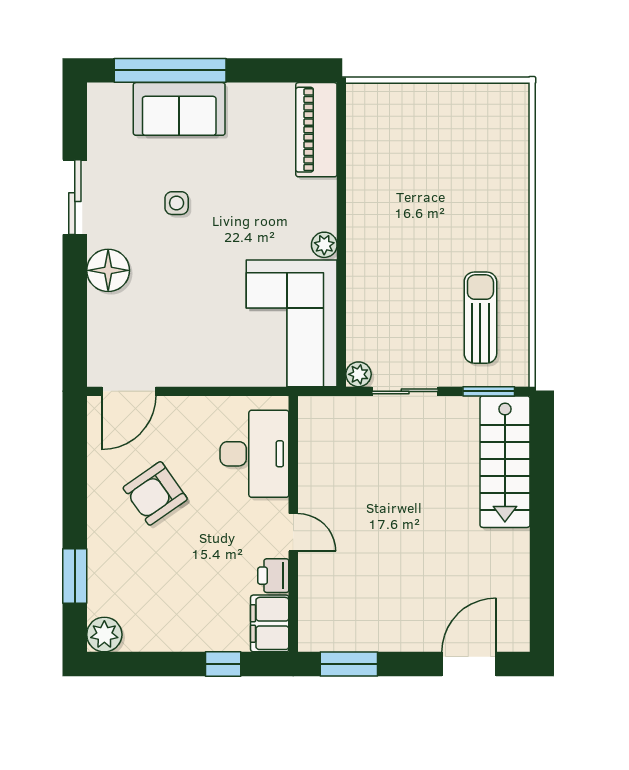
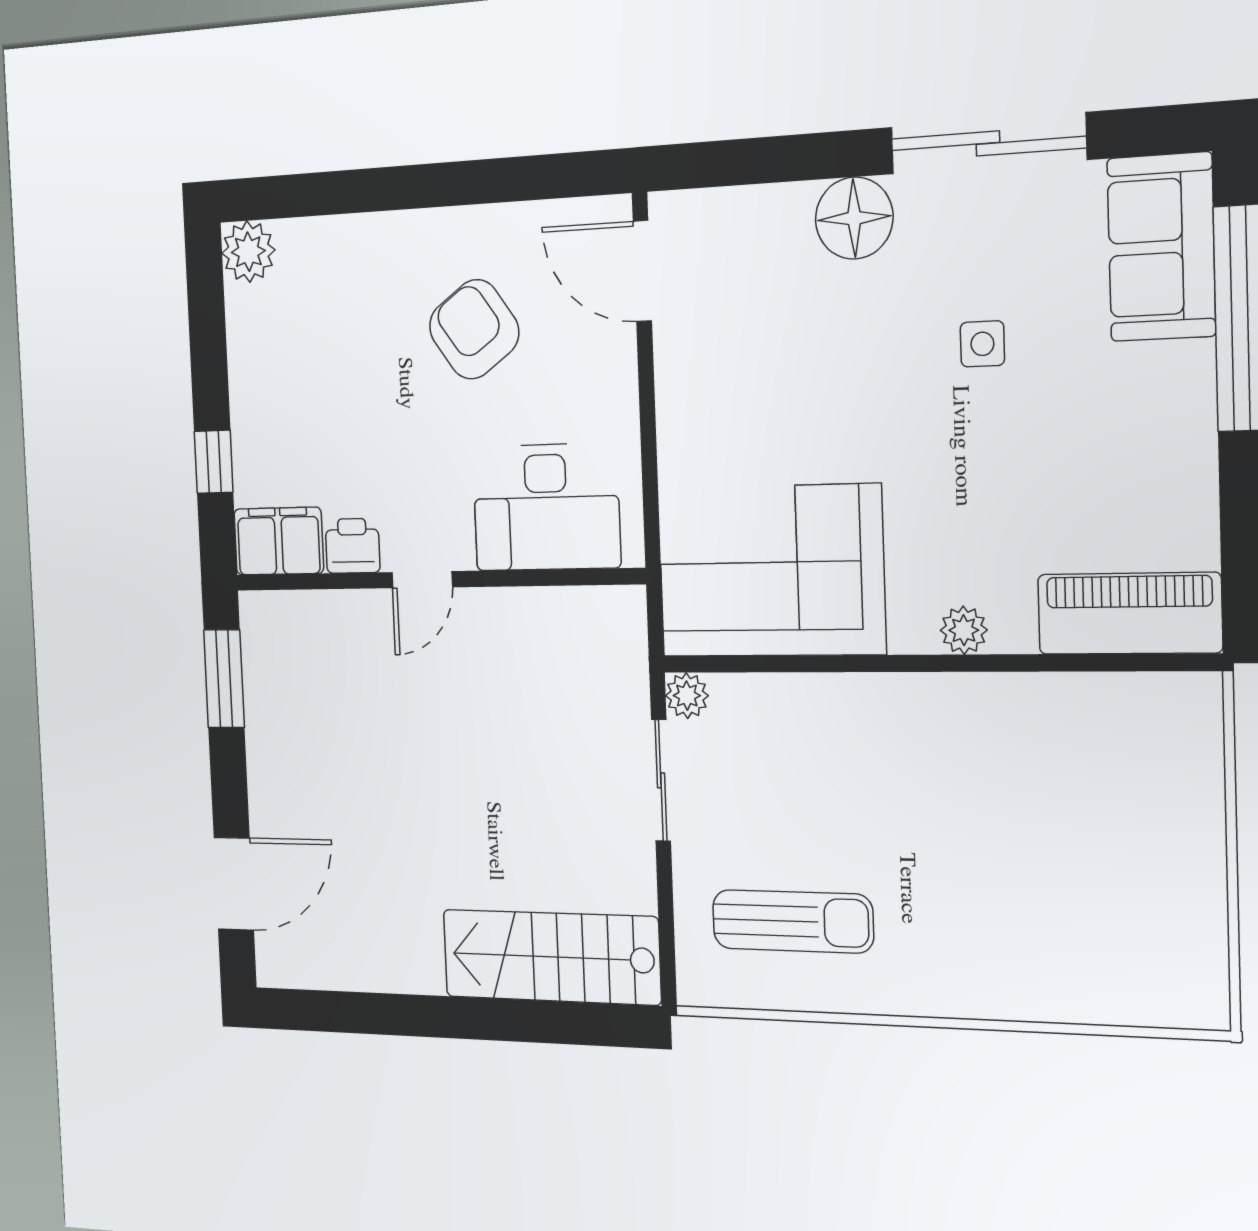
sofa: (179, 109) -> (1161, 247), moved
sliding door: (75, 197) -> (988, 143), width x1.37
plant: (324, 245) -> (964, 630), moved
window: (489, 391) -> (667, 932), removed
window: (75, 576) -> (336, 193), removed
door: (469, 664) -> (234, 884), hinge flipped

